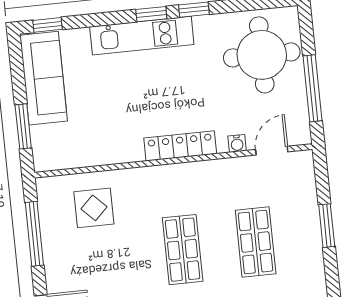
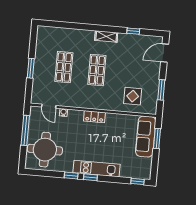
sofa: (44, 78) -> (146, 136), moved
locker: (180, 146) -> (94, 117), width x0.66
door: (272, 151) -> (49, 106), hinge flipped
window: (34, 234) -> (161, 90), width x0.69

